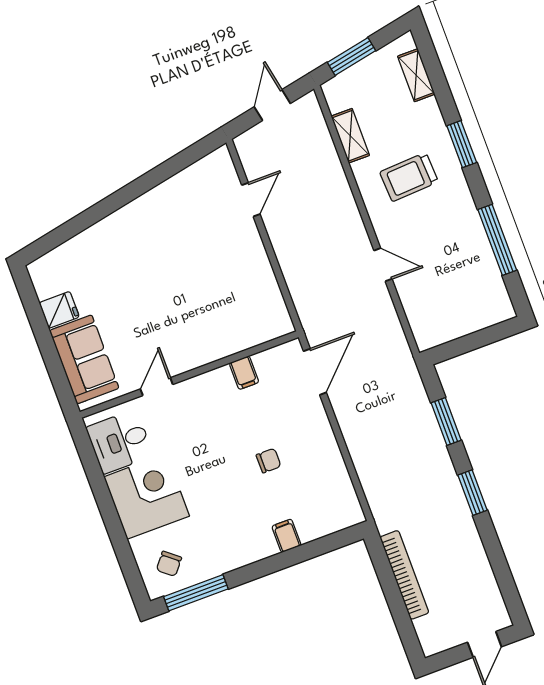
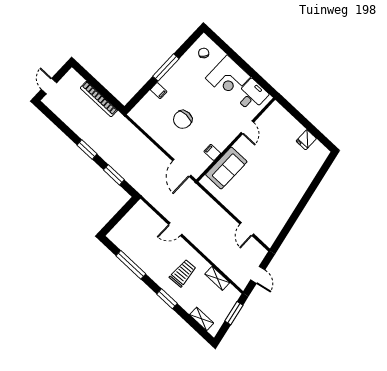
sofa: (84, 359) -> (226, 168), moved, turned -90
chair: (269, 461) -> (183, 119), width x1.87, depth x1.87
window: (196, 593) -> (166, 67), moved

